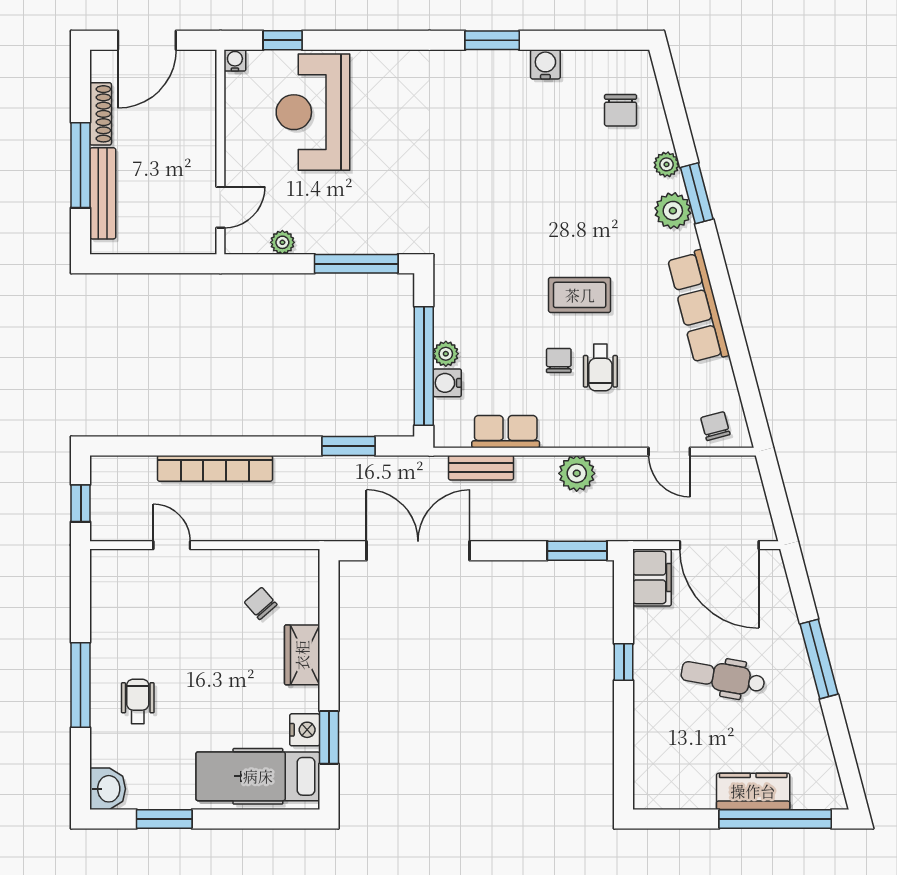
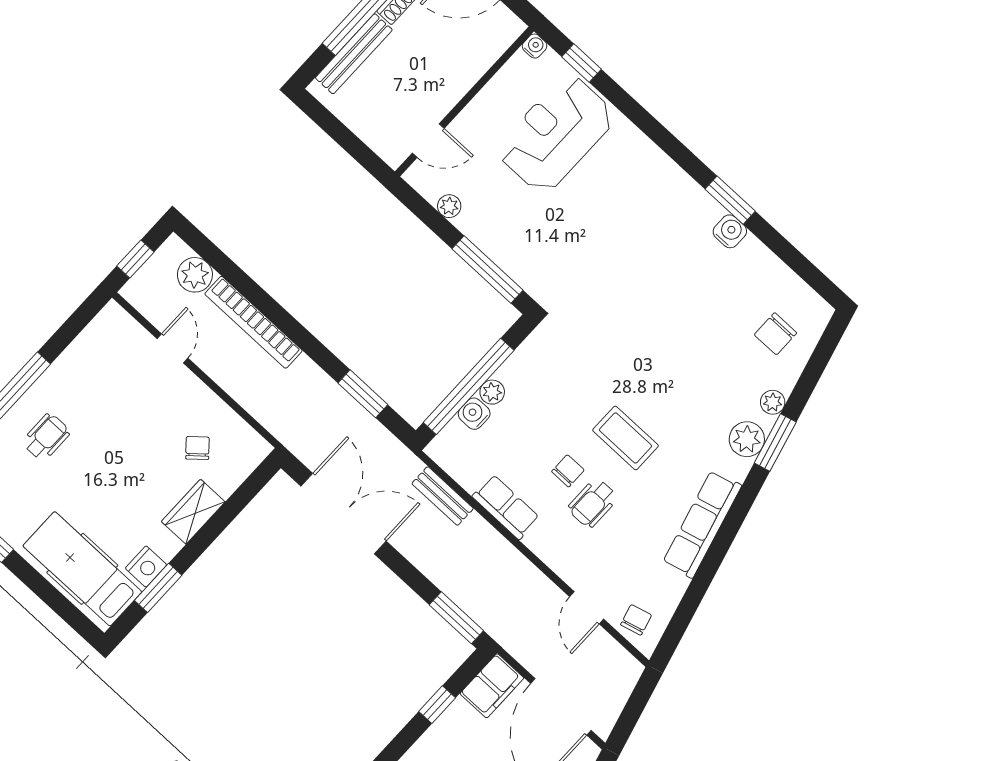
water cooler: (545, 64) -> (730, 231), moved
row of seats: (506, 432) -> (506, 507), moved
plant: (577, 473) -> (195, 275), moved
window: (624, 662) -> (437, 705), moved

